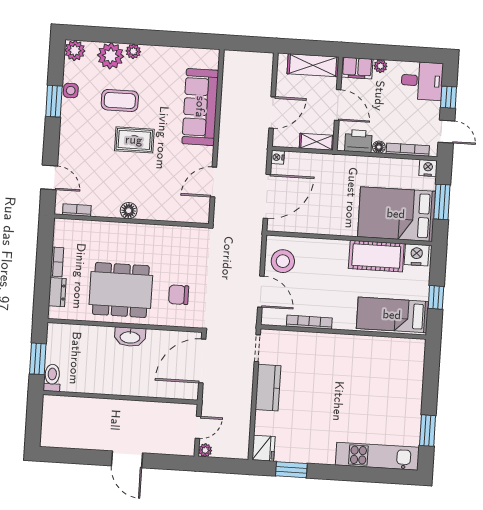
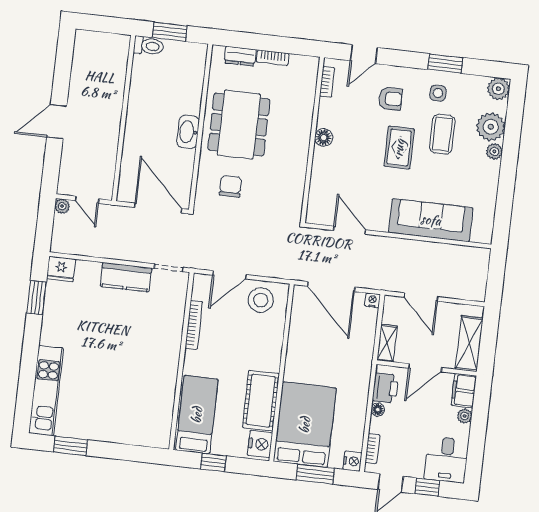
side table: (71, 91) -> (438, 93), moved
armchair: (89, 150) -> (390, 99), added
bookcase: (408, 150) -> (372, 449), width x0.64

